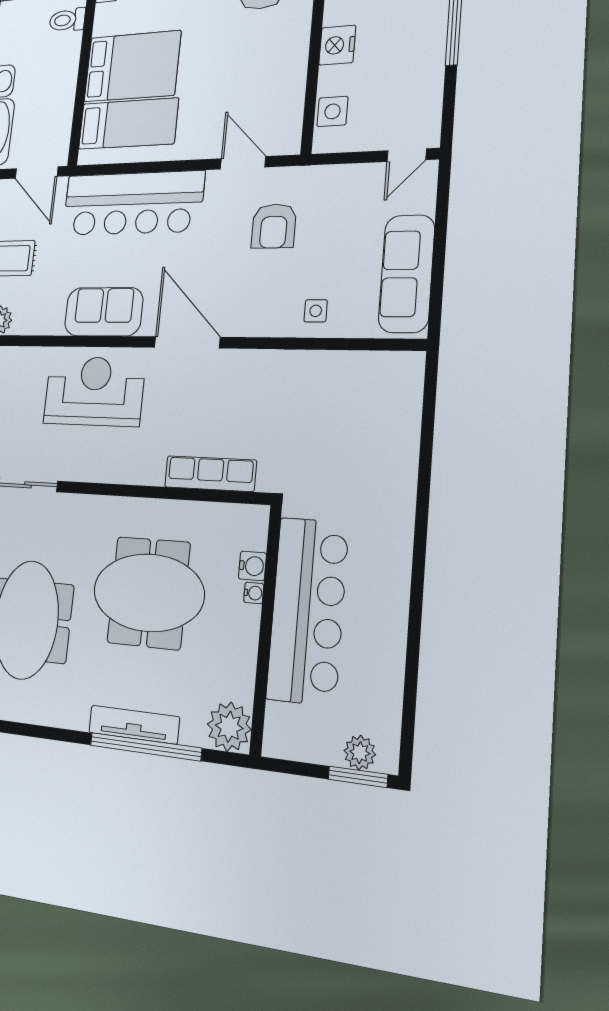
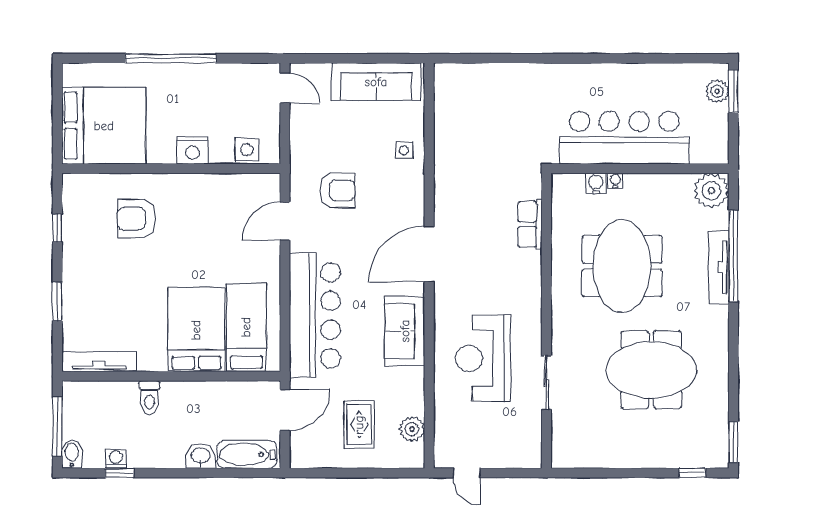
reception desk: (94, 391) -> (483, 358), moved
row of seats: (210, 474) -> (530, 224), width x0.68

